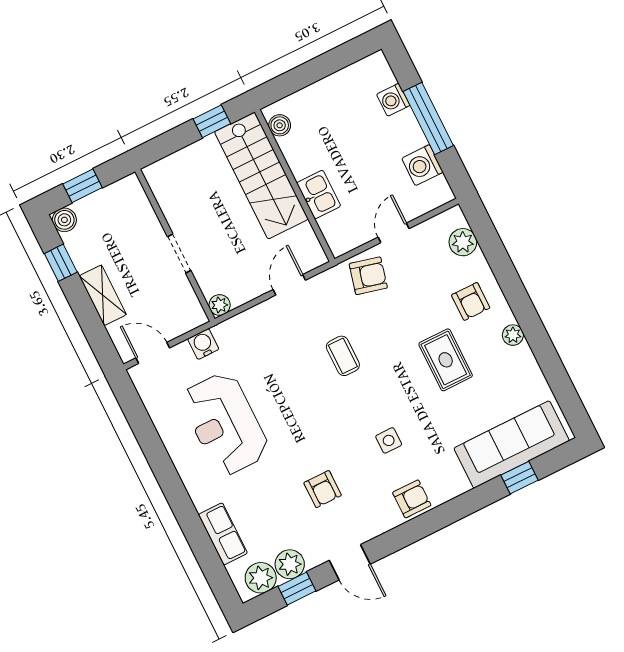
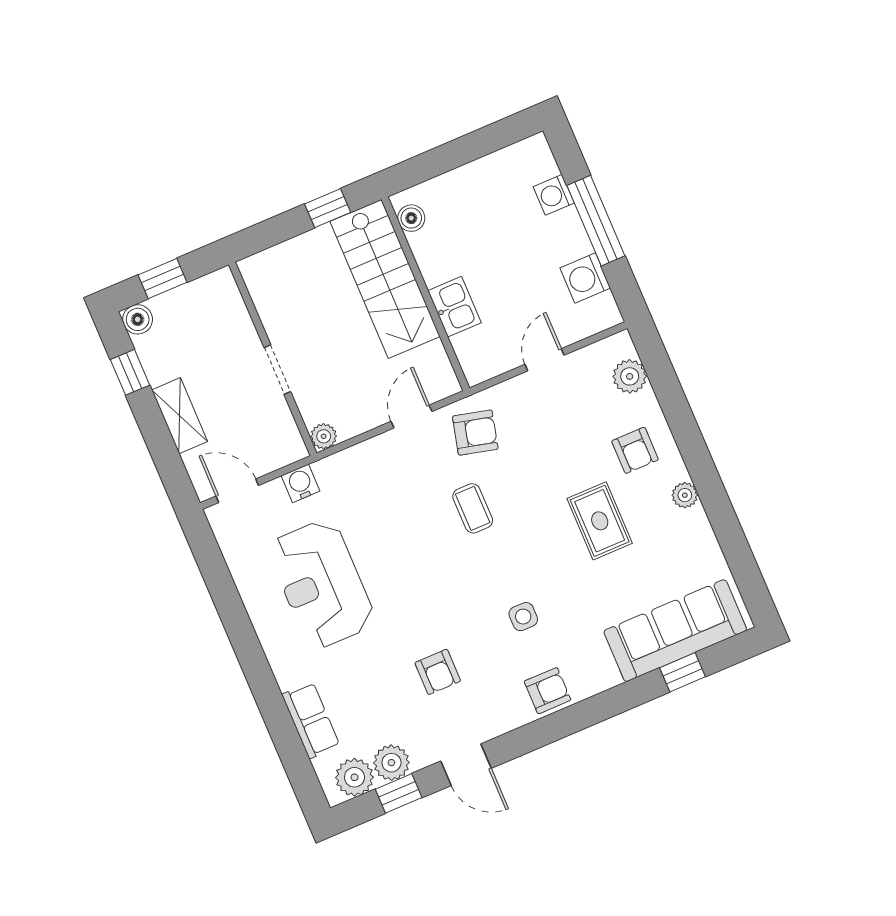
armchair: (368, 276) -> (475, 433), moved

